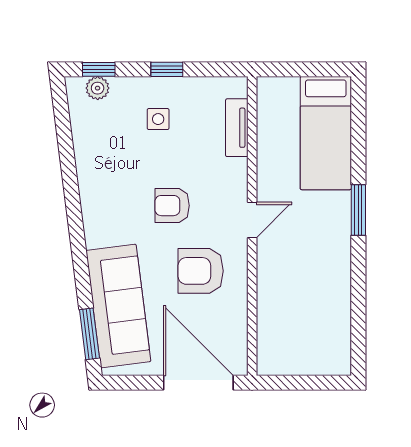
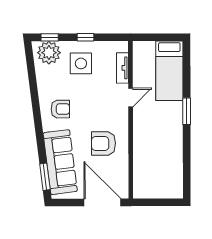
plant: (98, 88) -> (49, 53), width x1.87, depth x1.87
side table: (158, 119) -> (81, 63), width x1.87, depth x1.87
armchair: (172, 206) -> (60, 109), moved, turned 180
door: (252, 220) -> (131, 97), moved

